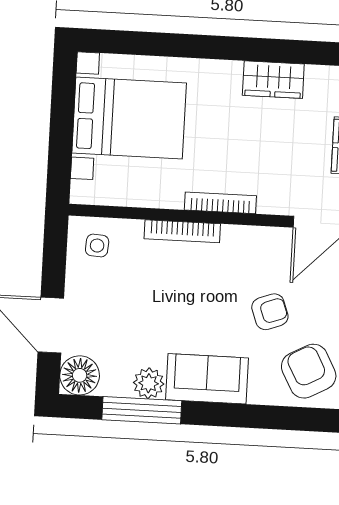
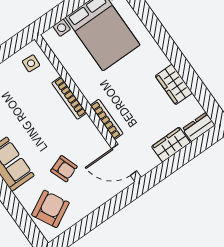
bookcase: (220, 203) -> (107, 119), moved

